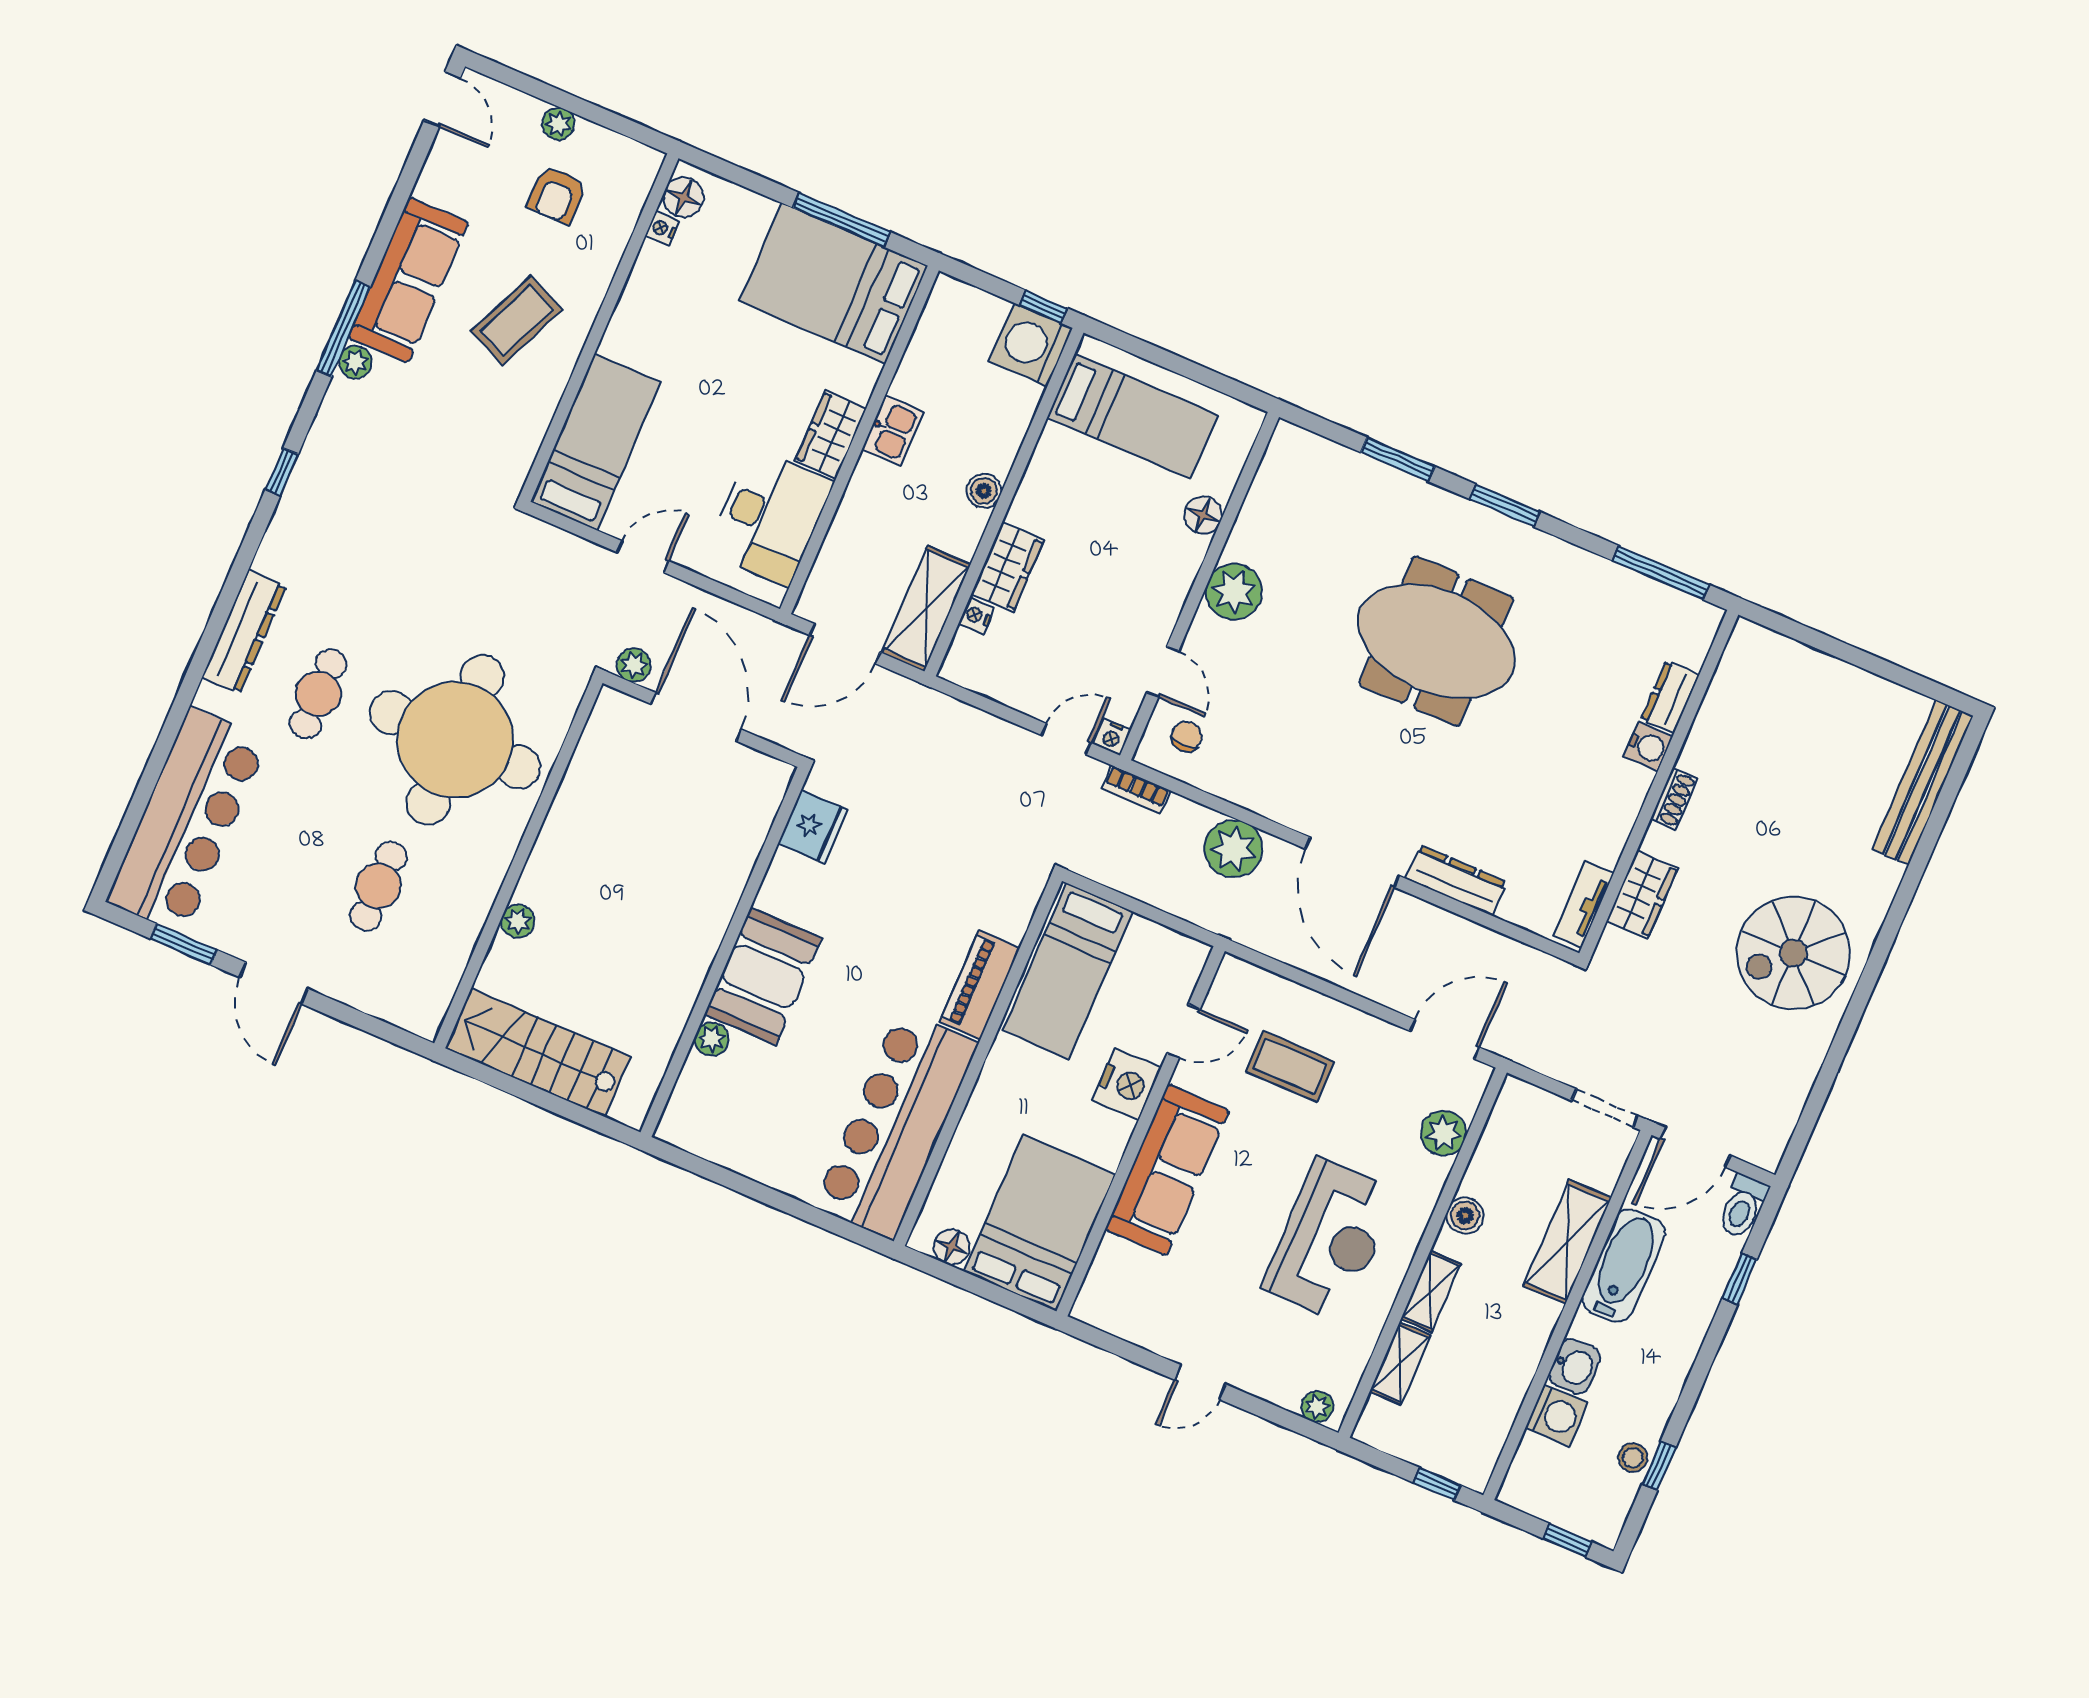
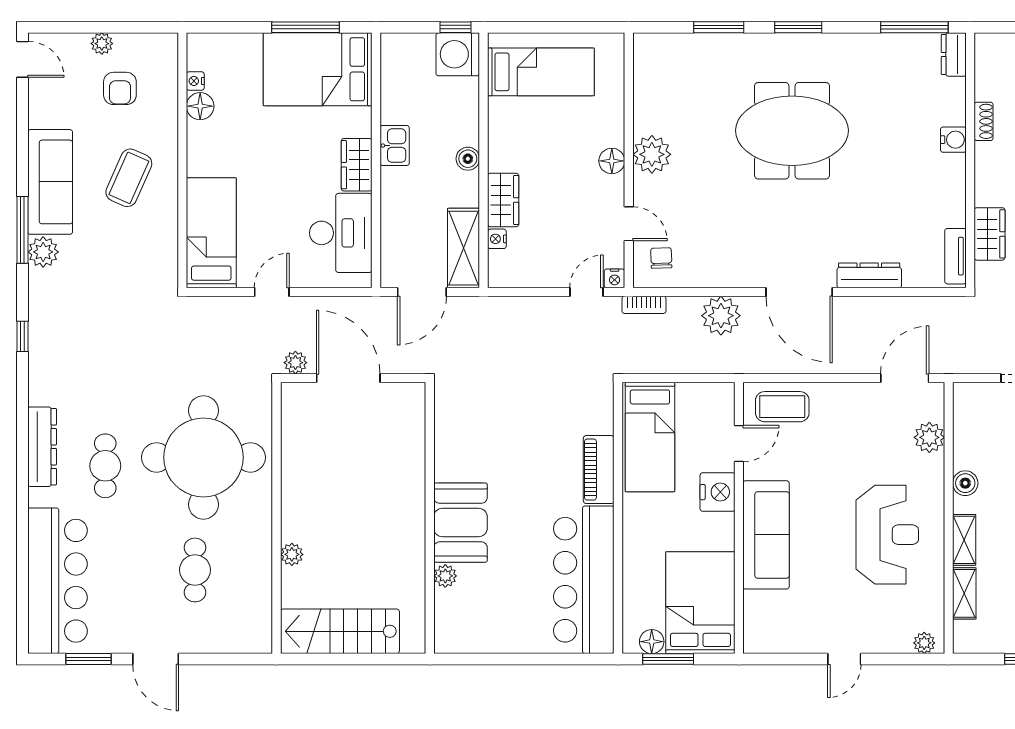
floor lamp: (683, 197) -> (200, 106), moved
plant: (355, 362) -> (43, 252), width x1.38, depth x1.38
floor lamp: (1203, 515) -> (612, 161), moved
dresser: (1670, 697) -> (954, 55), moved
shoe rack: (1674, 798) -> (984, 121), moved
fridge: (813, 827) -> (451, 415), removed
coffee table: (1290, 1066) -> (782, 407), moved
window: (963, 1280) -> (668, 659), added

